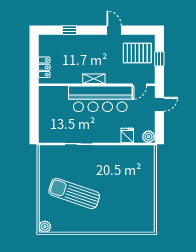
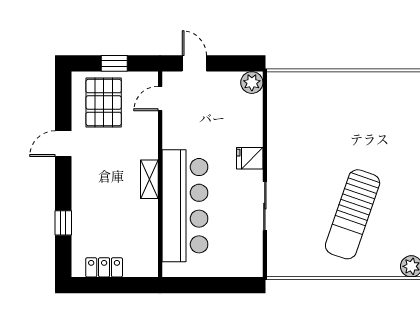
locker: (44, 67) -> (104, 267), moved
door: (140, 85) -> (160, 98), swing flipped
bar counter: (100, 99) -> (185, 206), moved
fridge: (127, 135) -> (250, 158), moved

